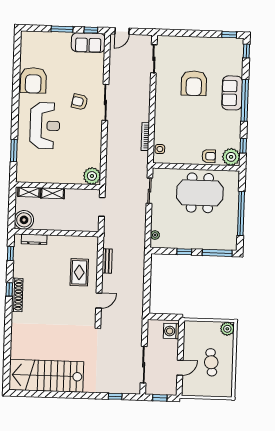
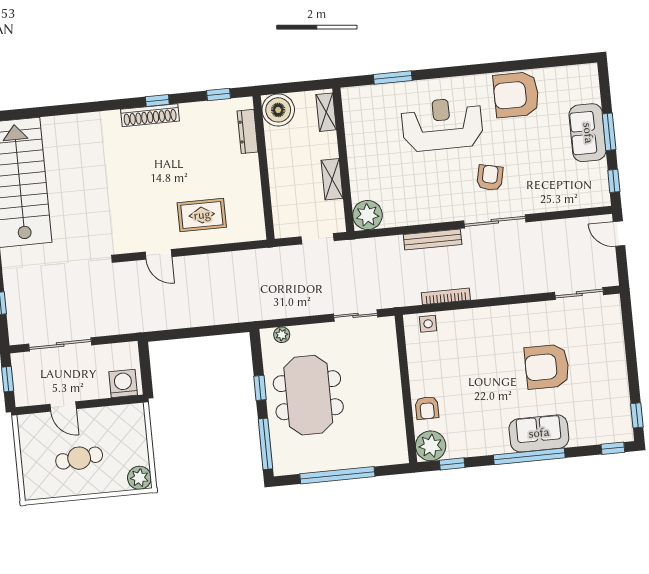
sofa: (88, 43) -> (588, 133), moved
reception desk: (45, 126) -> (442, 124), turned 180
shelving: (53, 193) -> (332, 179), moved
meeting table: (200, 193) -> (308, 395), moved
bench: (107, 261) -> (433, 240), moved, width x1.36

